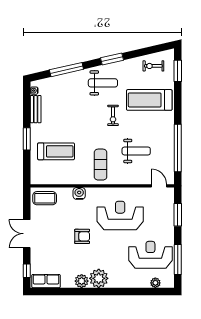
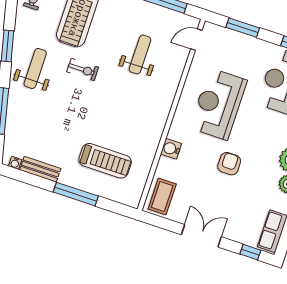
window: (27, 139) -> (76, 194), width x1.44
treadmill: (56, 151) -> (105, 161), turned 90
exercise mat: (101, 165) -> (142, 108), removed
double door: (27, 234) -> (201, 236), swing flipped

